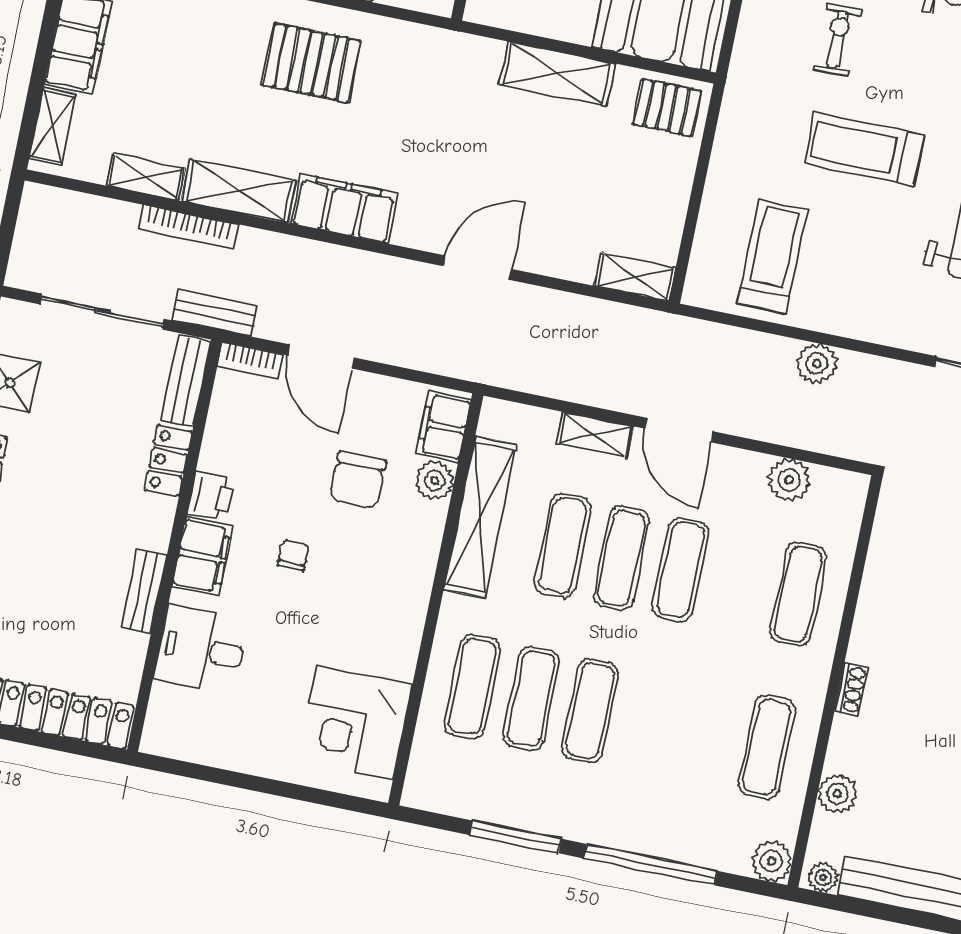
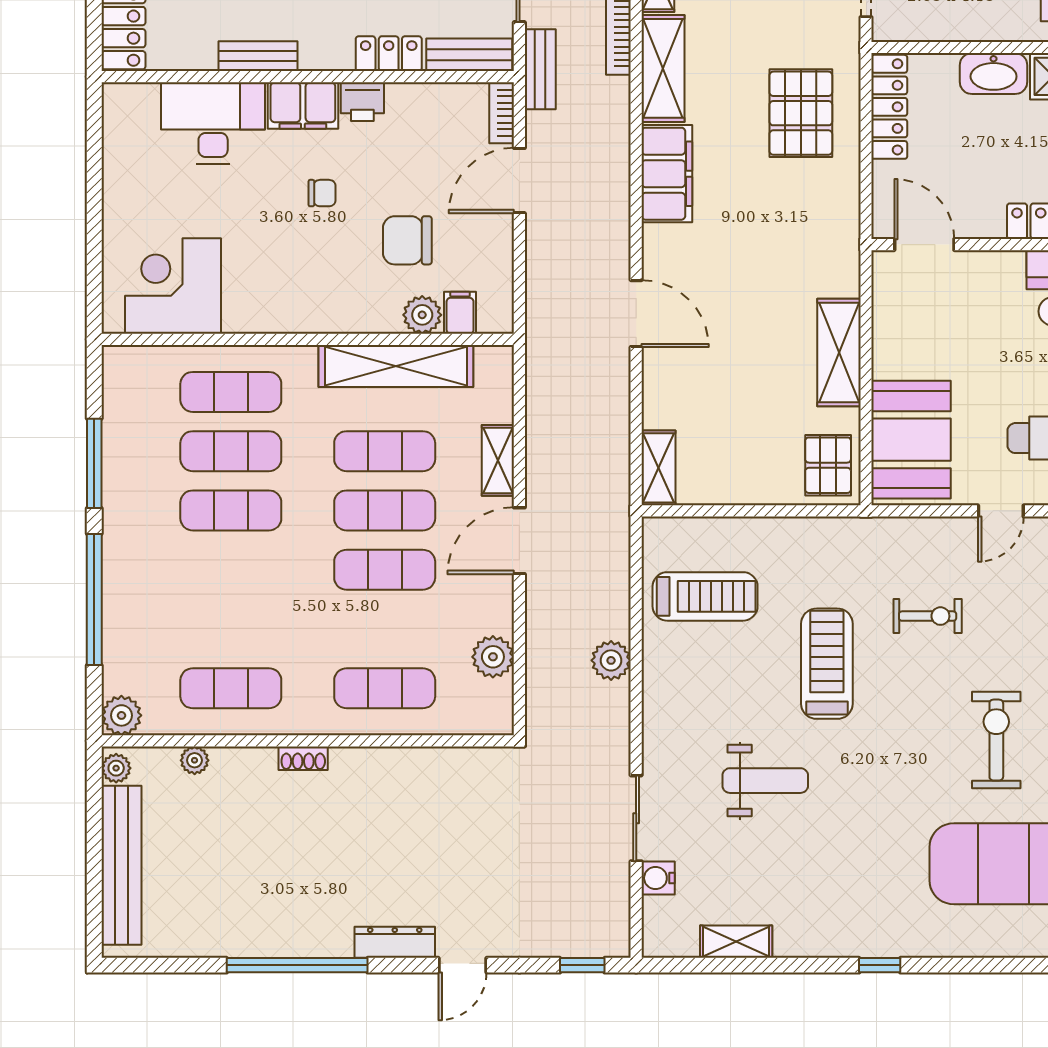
filing cabinet: (444, 427) -> (460, 313), width x0.50
desk: (201, 649) -> (213, 123), width x1.37
plant: (837, 794) -> (195, 760), width x0.73, depth x0.73

